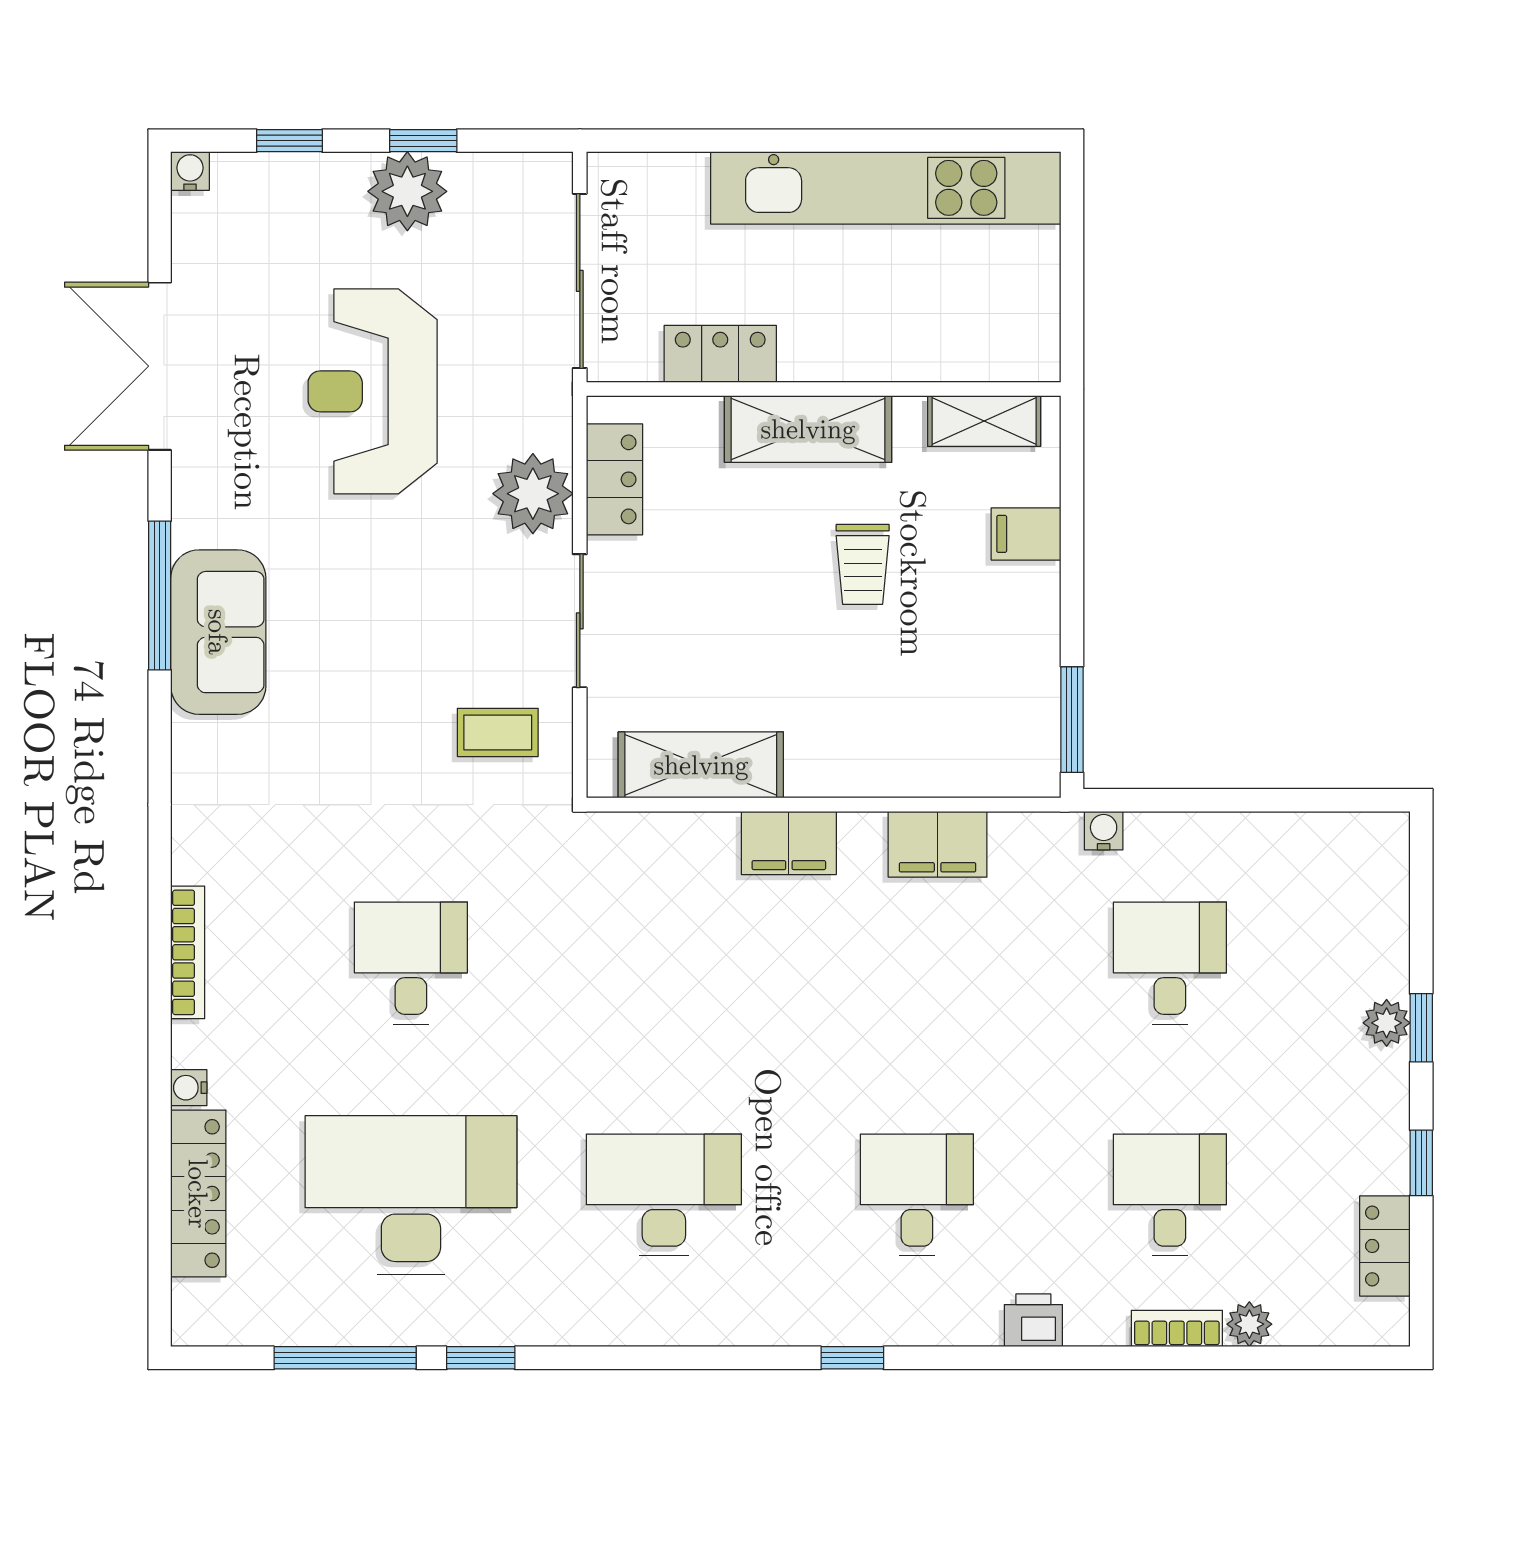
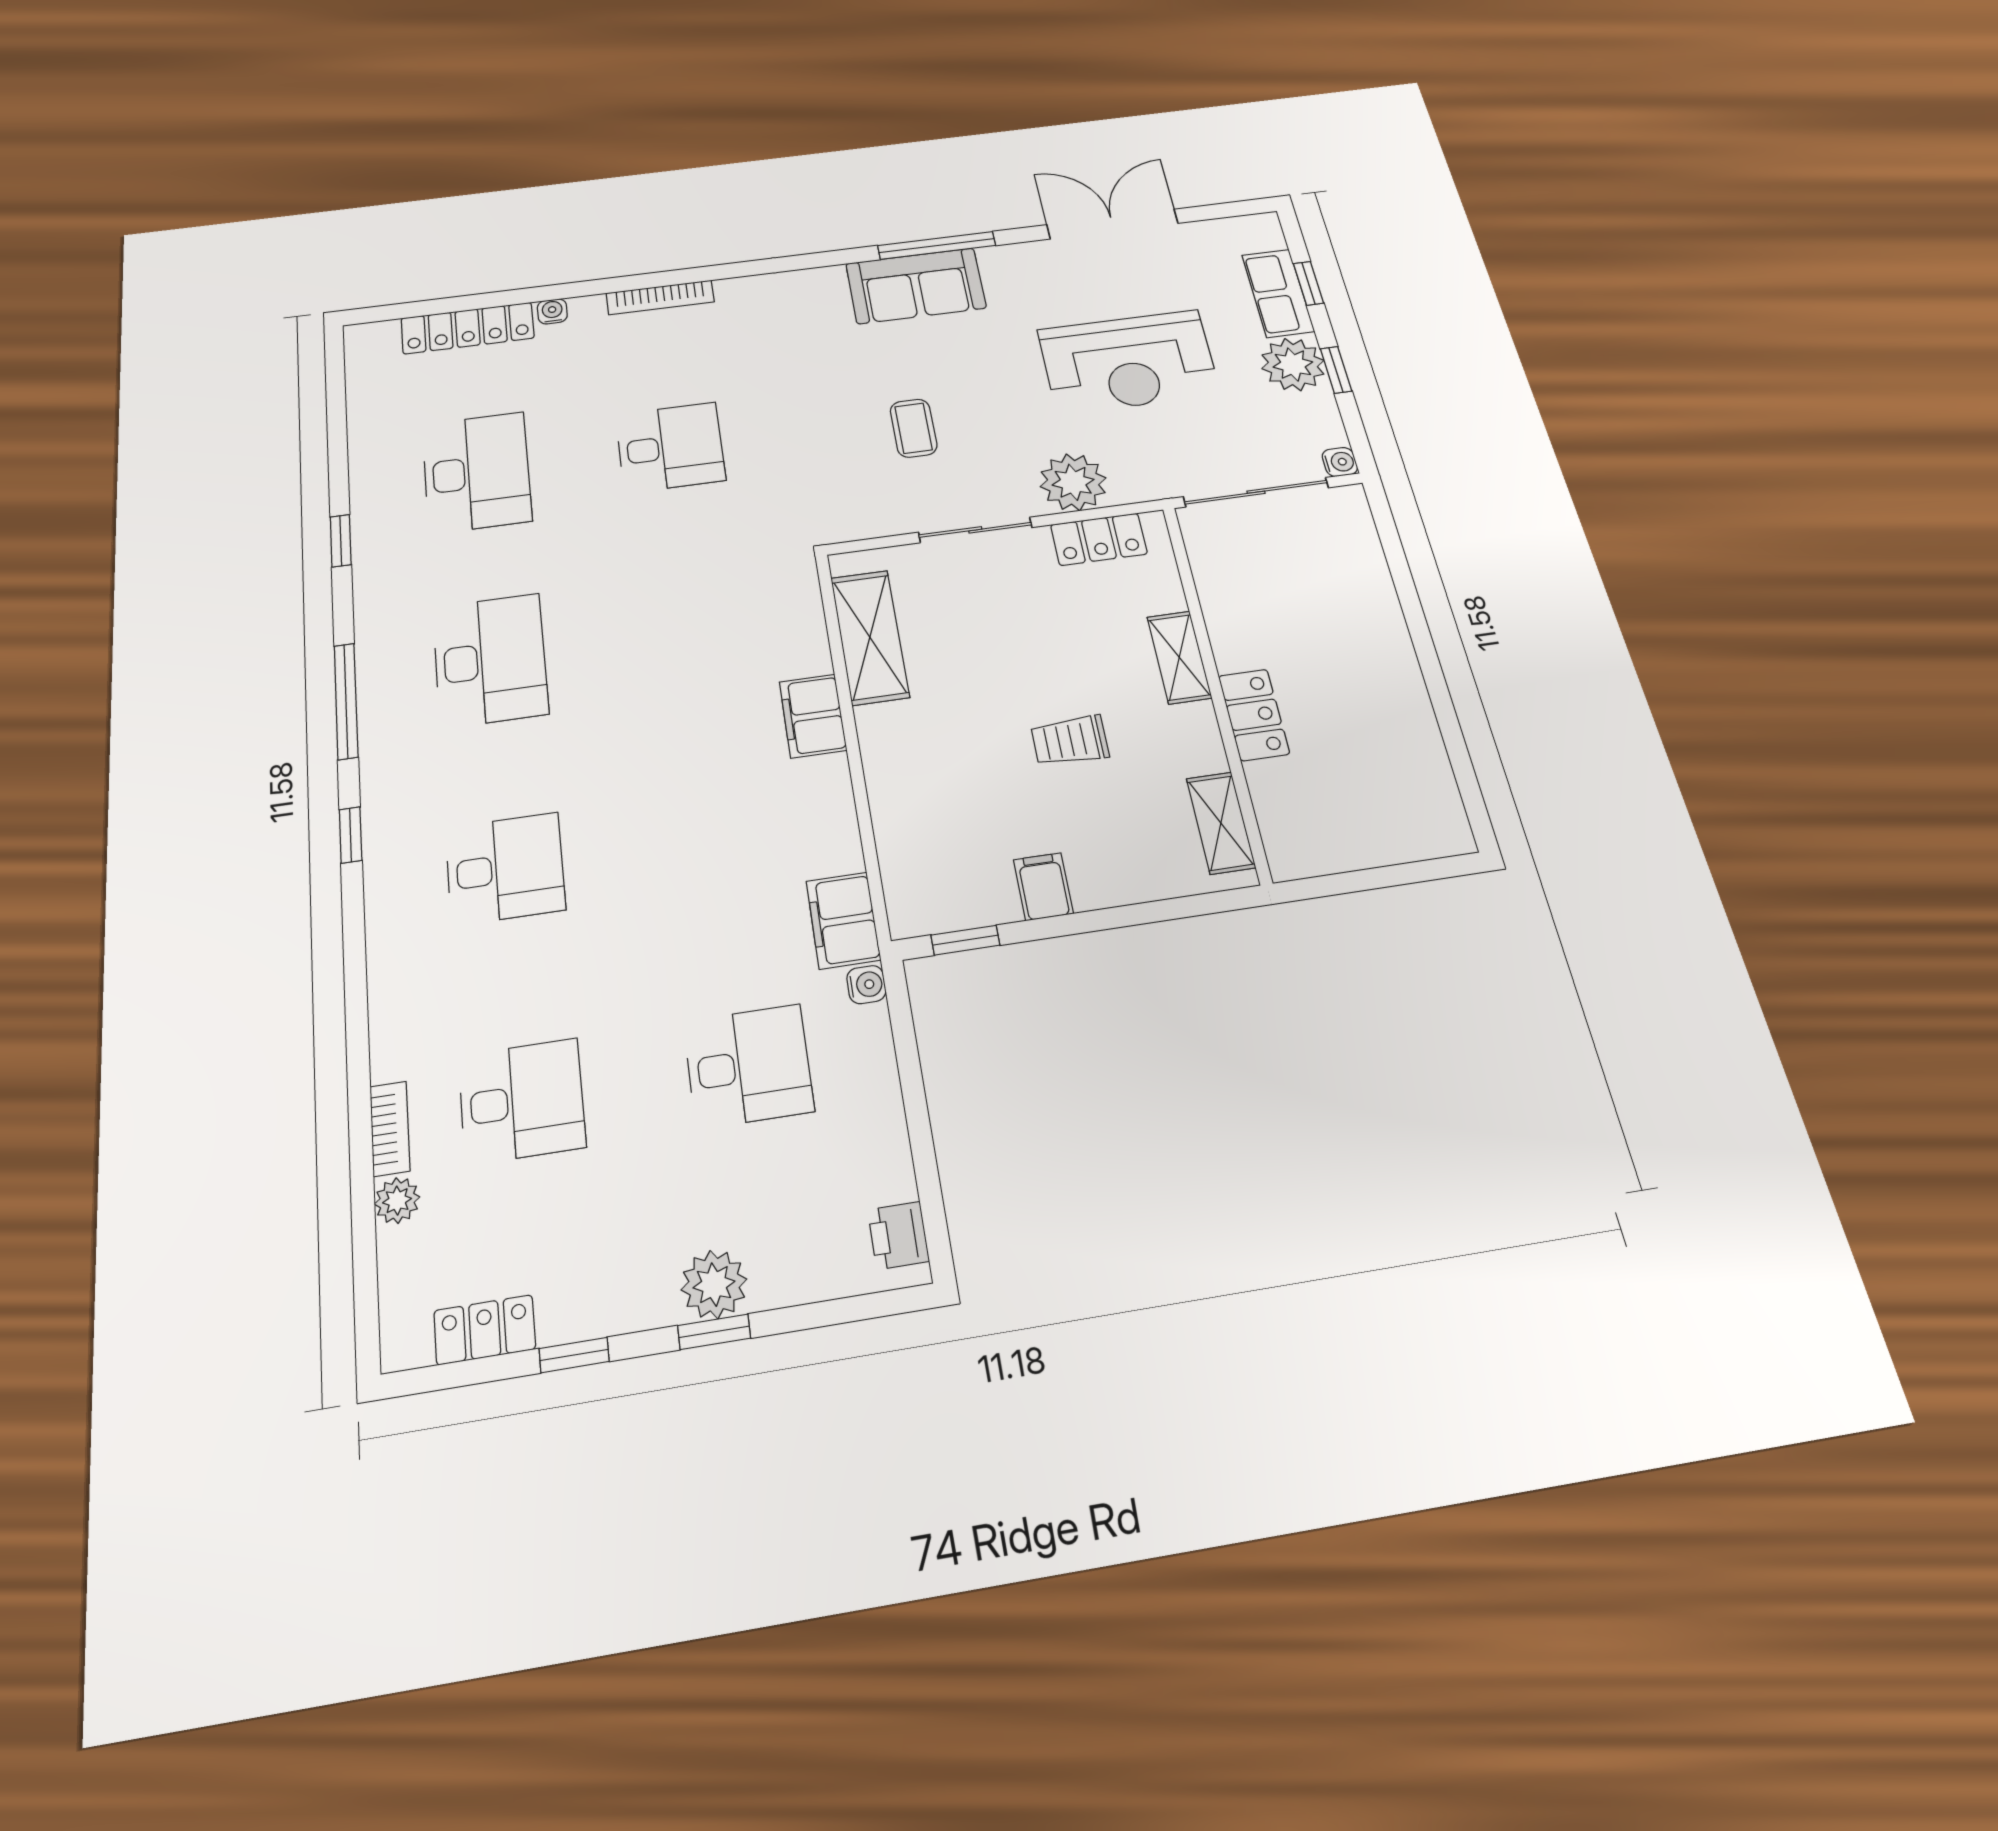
water cooler: (190, 171) -> (1340, 462), moved
row of seats: (299, 183) -> (1278, 293), added
kitchen unit: (886, 188) -> (1402, 712), removed
locker: (720, 354) -> (1254, 715), moved
reception desk: (373, 391) -> (1128, 362), turned 180
shelving: (808, 429) -> (1179, 657), width x0.67, depth x0.75
filing cabinet: (1026, 534) -> (1043, 887), moved
window: (1072, 720) -> (965, 940), width x0.67
coffee table: (498, 732) -> (914, 428), moved
filing cabinet: (938, 844) -> (843, 920), moved
plant: (1387, 1023) -> (714, 1285), width x1.38, depth x1.38
desk: (411, 1195) -> (477, 472), width x0.73, depth x0.77
printer: (1033, 1320) -> (898, 1235), moved, turned 180
window: (345, 1358) -> (346, 701), moved

